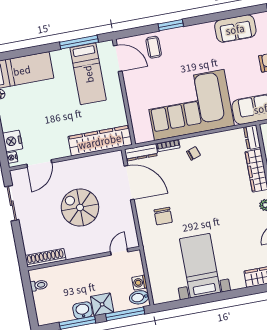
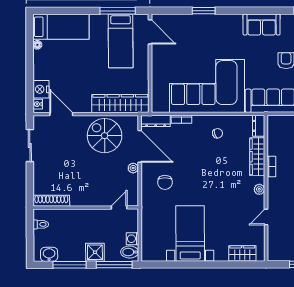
coffee table: (154, 47) -> (184, 28), removed
chair: (193, 153) -> (218, 133), moved
door: (39, 164) -> (61, 114), swing flipped
spiral stairs: (80, 207) -> (105, 136), moved
plant: (126, 207) -> (133, 168), added
washbasin: (83, 310) -> (49, 254), moved

